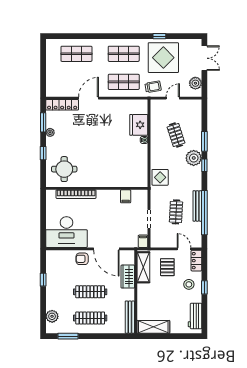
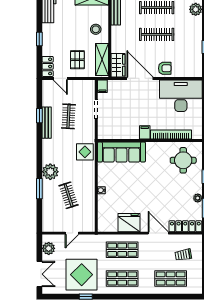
double door: (204, 58) -> (39, 274), swing flipped
trolley: (153, 87) -> (183, 255), moved
door: (89, 98) -> (158, 233), swing flipped
fridge: (139, 125) -> (129, 223), moved, turned -90
window: (204, 165) -> (39, 164), removed
sofa: (124, 177) -> (121, 152), added
filing cabinet: (126, 196) -> (145, 132), moved
window: (204, 213) -> (39, 116), width x0.32
wardrobe: (128, 277) -> (118, 65), moved
stool: (189, 284) -> (96, 29), moved

